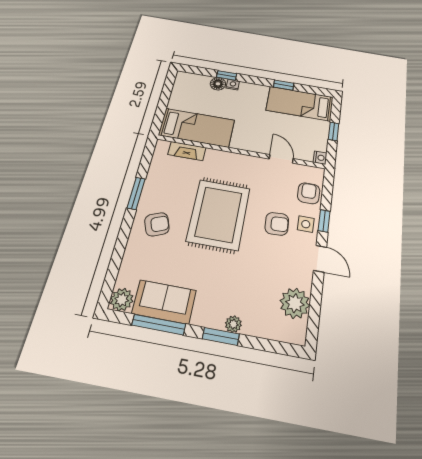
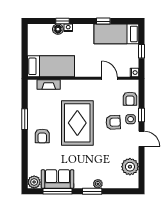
armchair: (309, 193) -> (130, 99), turned 180
armchair: (157, 224) -> (42, 136), turned 111

